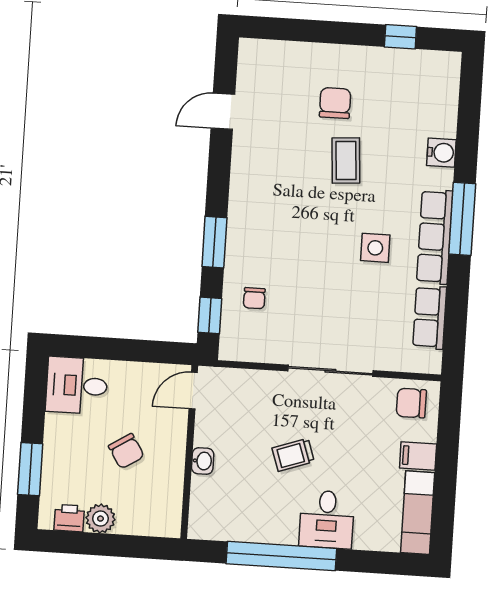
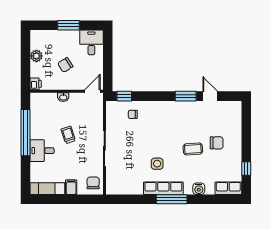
window: (214, 242) -> (186, 96), moved
row of seats: (430, 317) -> (228, 188), moved
door: (193, 391) -> (92, 91), hinge flipped
window: (30, 469) -> (68, 25), moved
printer: (69, 518) -> (36, 84), moved

